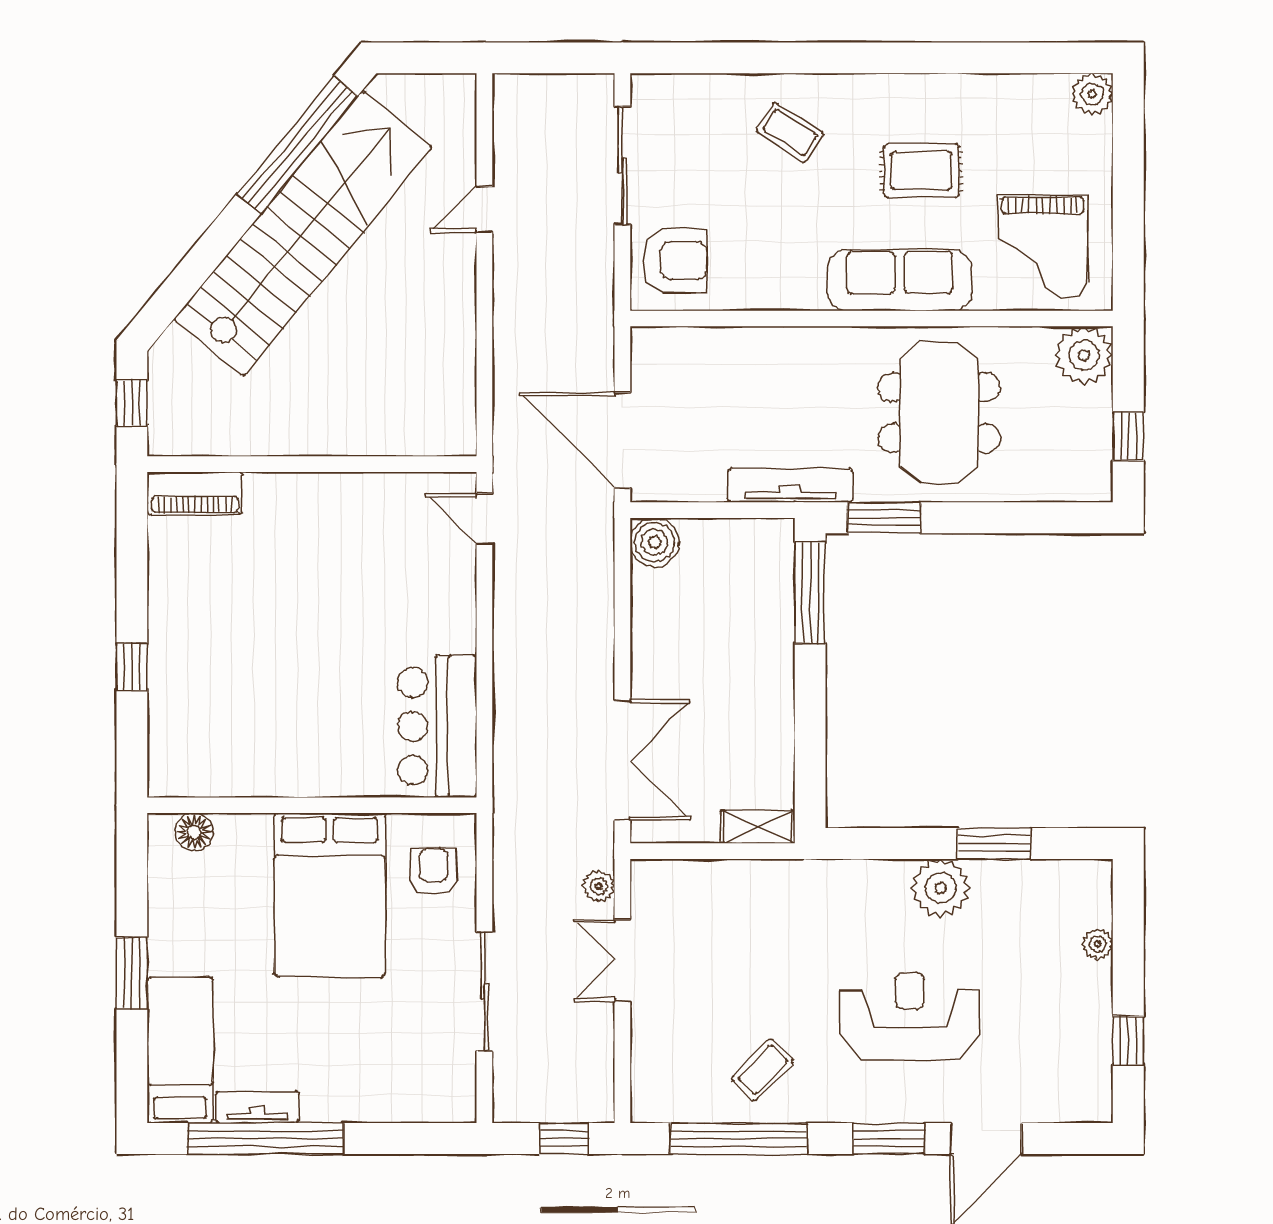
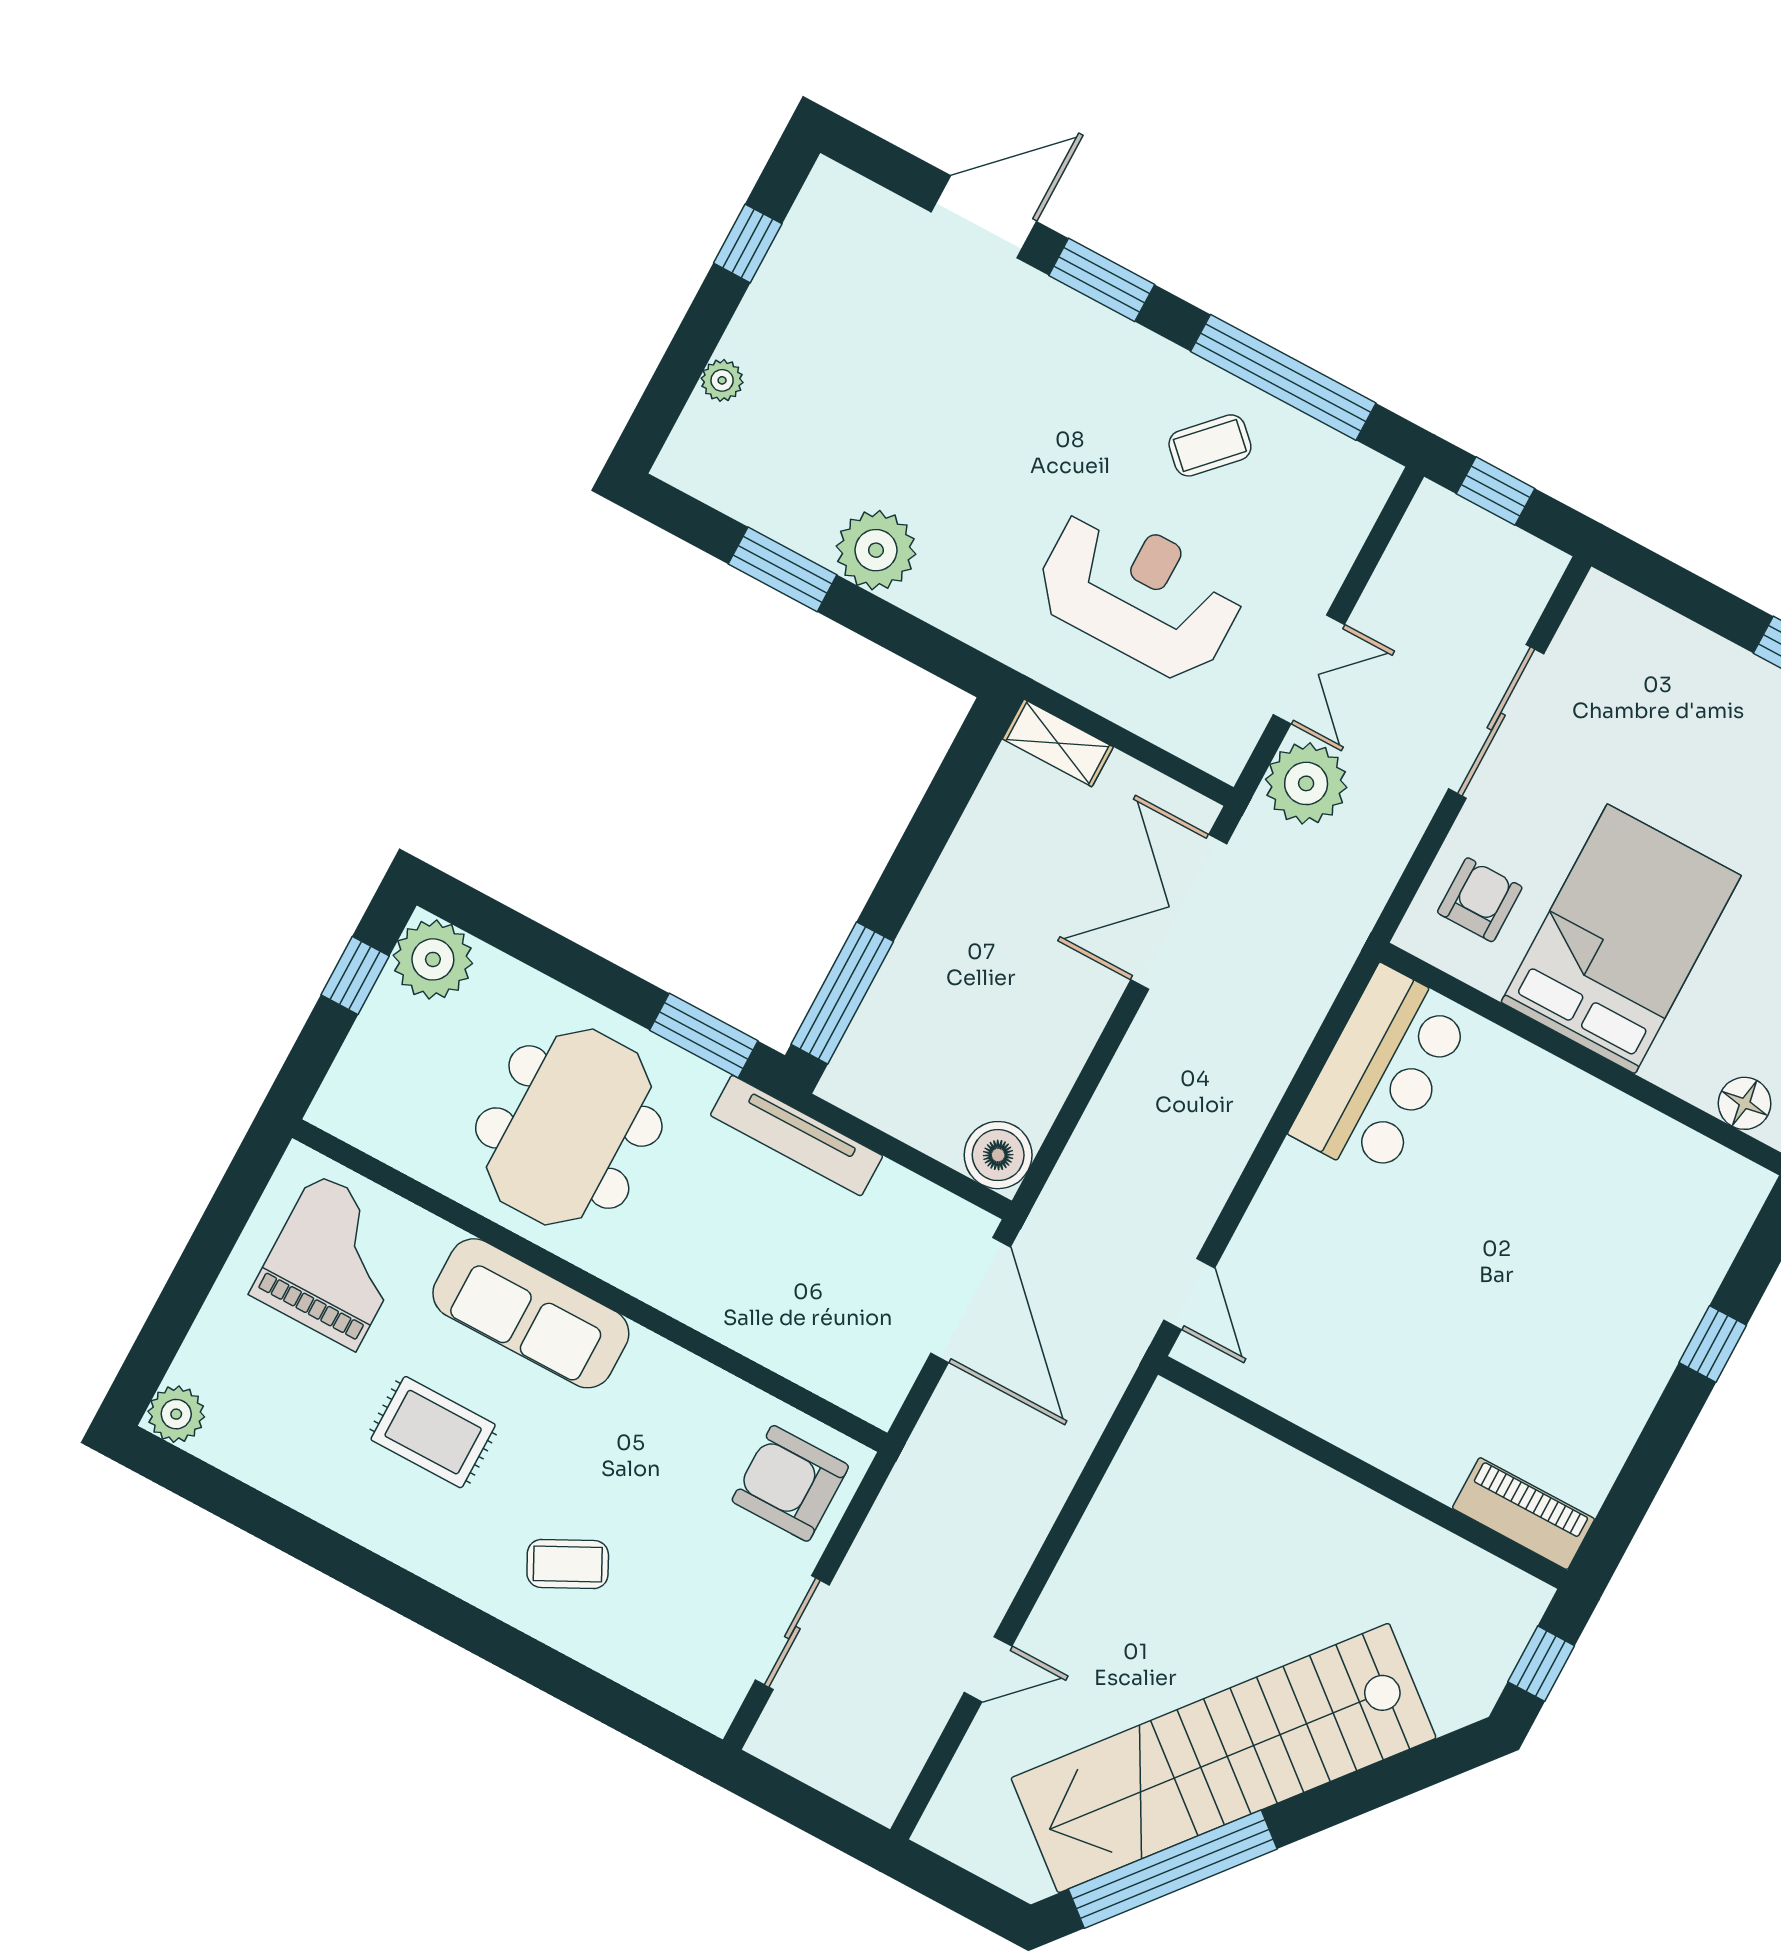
coffee table: (790, 132) -> (568, 1564), turned -60
sliding door: (622, 166) -> (792, 1633), width x0.73
plant: (1084, 355) -> (433, 959), moved
armchair: (434, 871) -> (1480, 900), turned 180
plant: (599, 886) -> (1306, 783), width x1.87, depth x1.87
reception desk: (910, 1017) -> (1139, 593), moved, turned 180

